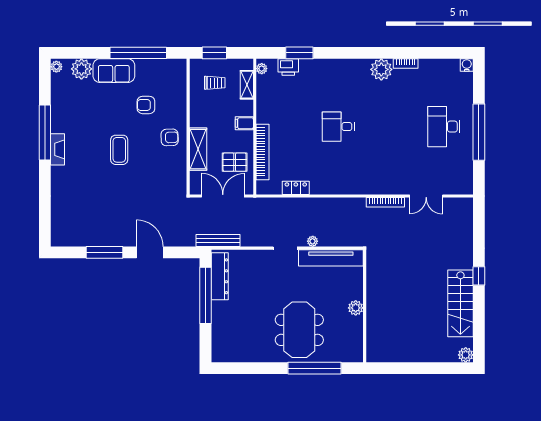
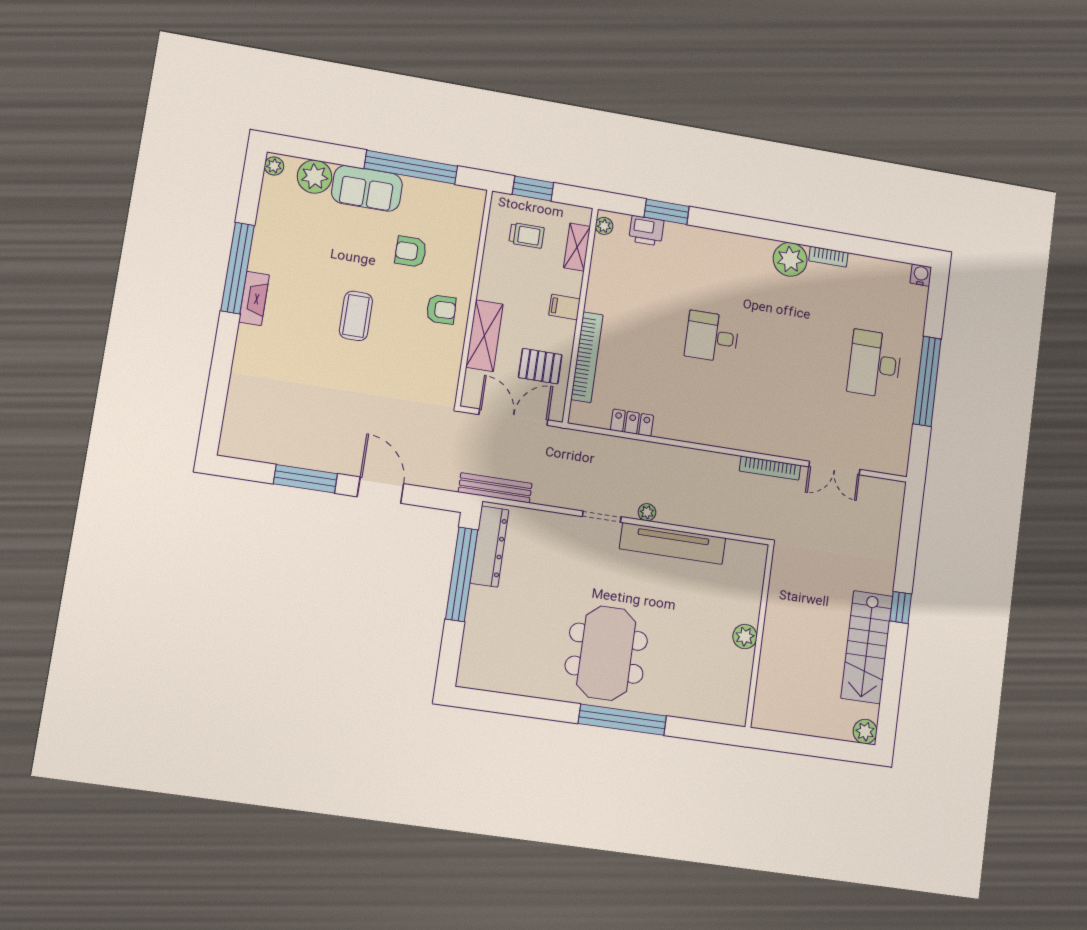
wall: (365, 306) -> (759, 636), moved
plant: (356, 308) -> (745, 637), moved

